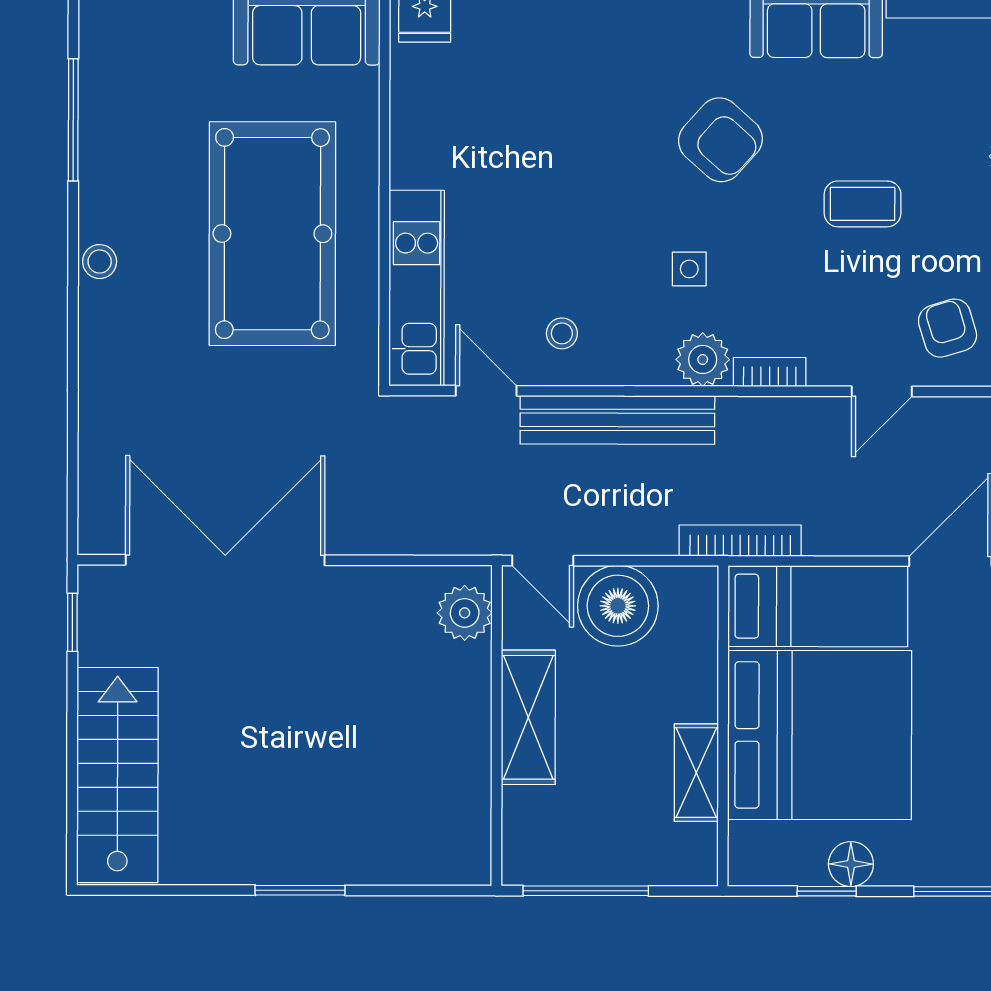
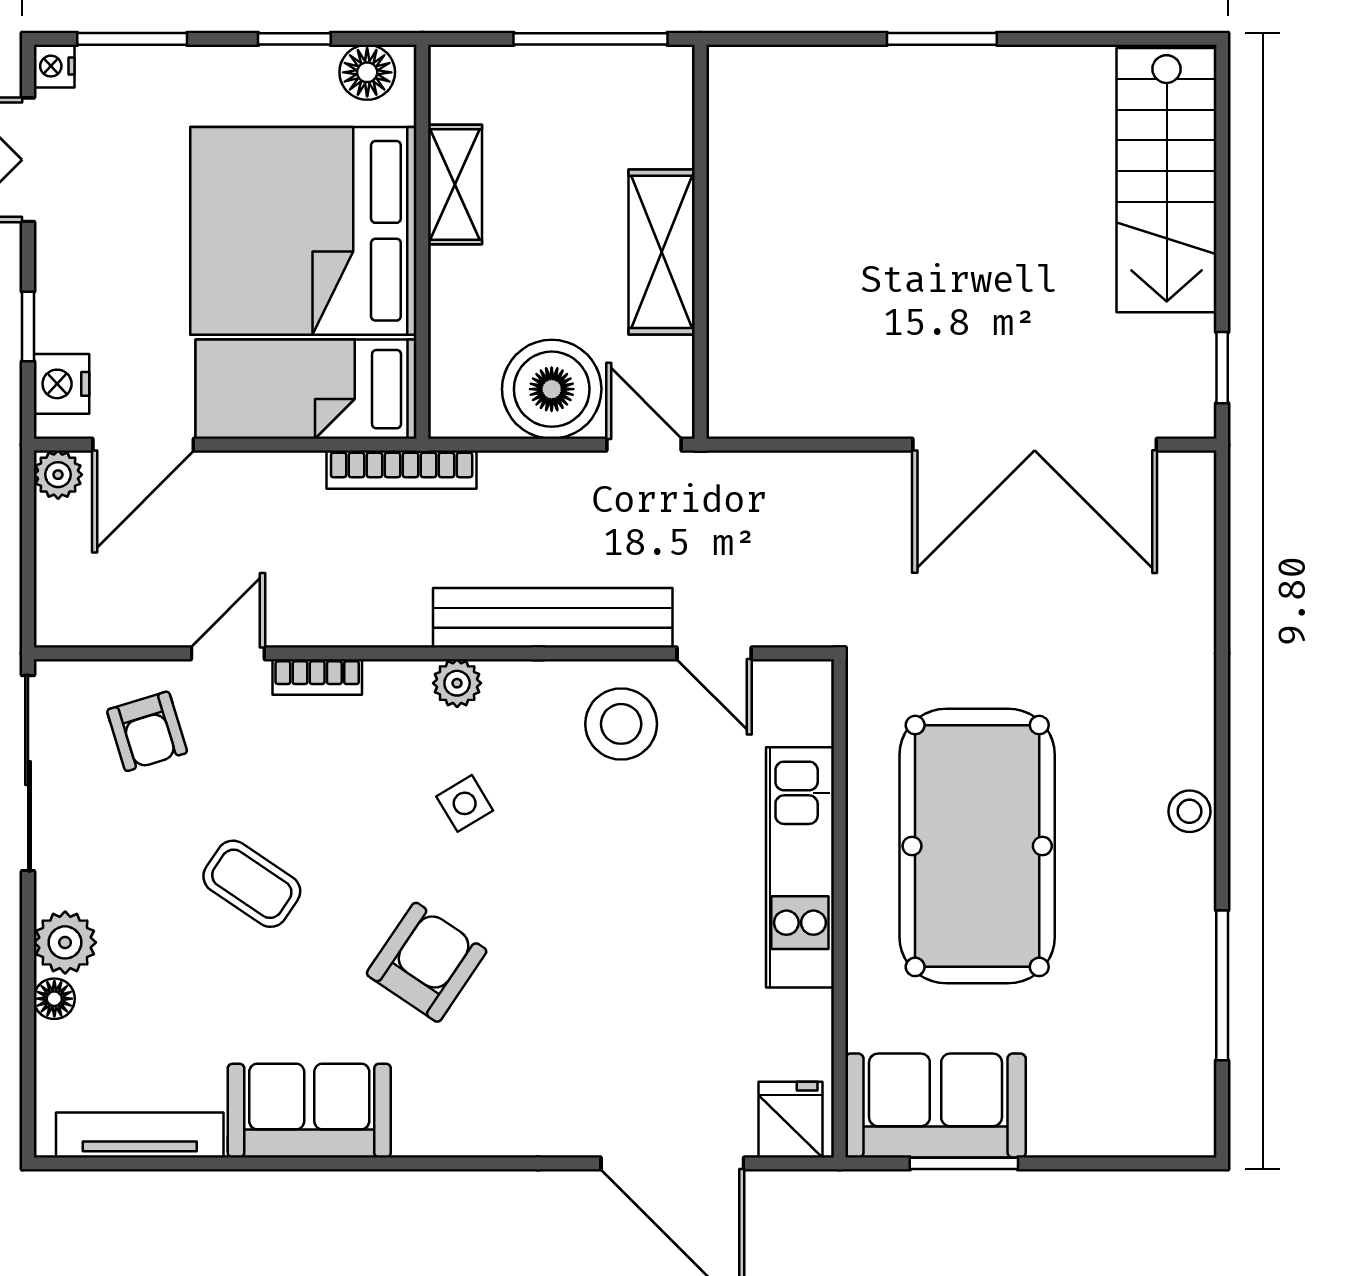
armchair: (720, 140) -> (427, 962), turned 82
coffee table: (863, 204) -> (252, 884), turned 34
side table: (689, 269) -> (465, 803), turned -31
kitchen unit: (417, 288) -> (800, 867), moved
stool: (562, 333) -> (621, 724), width x1.89, depth x1.89
plant: (703, 359) -> (457, 683), width x0.73, depth x0.73
bookcase: (770, 372) -> (317, 677), moved
plant: (465, 613) -> (740, 380), removed
floor lamp: (851, 864) -> (367, 72), moved

